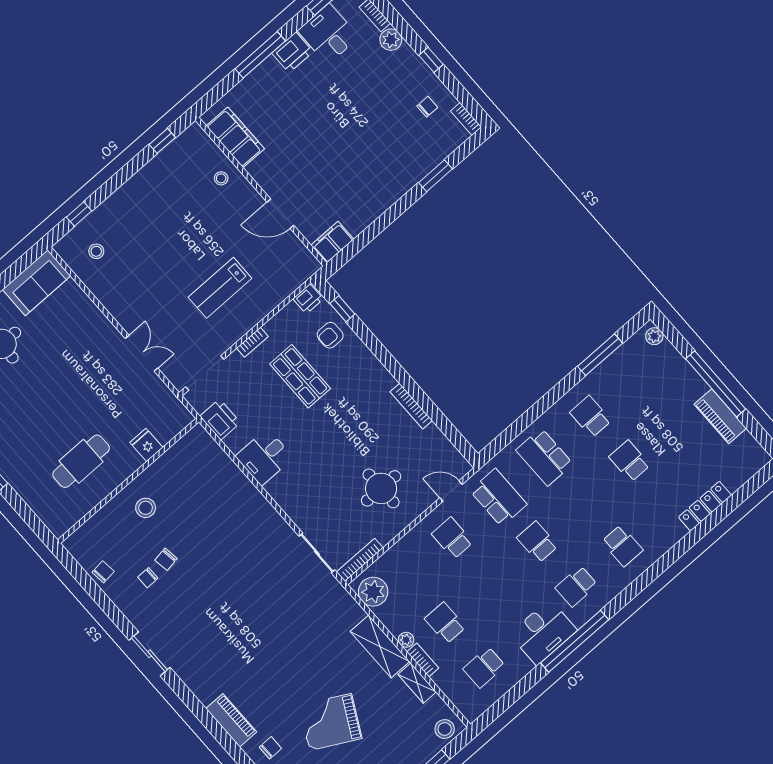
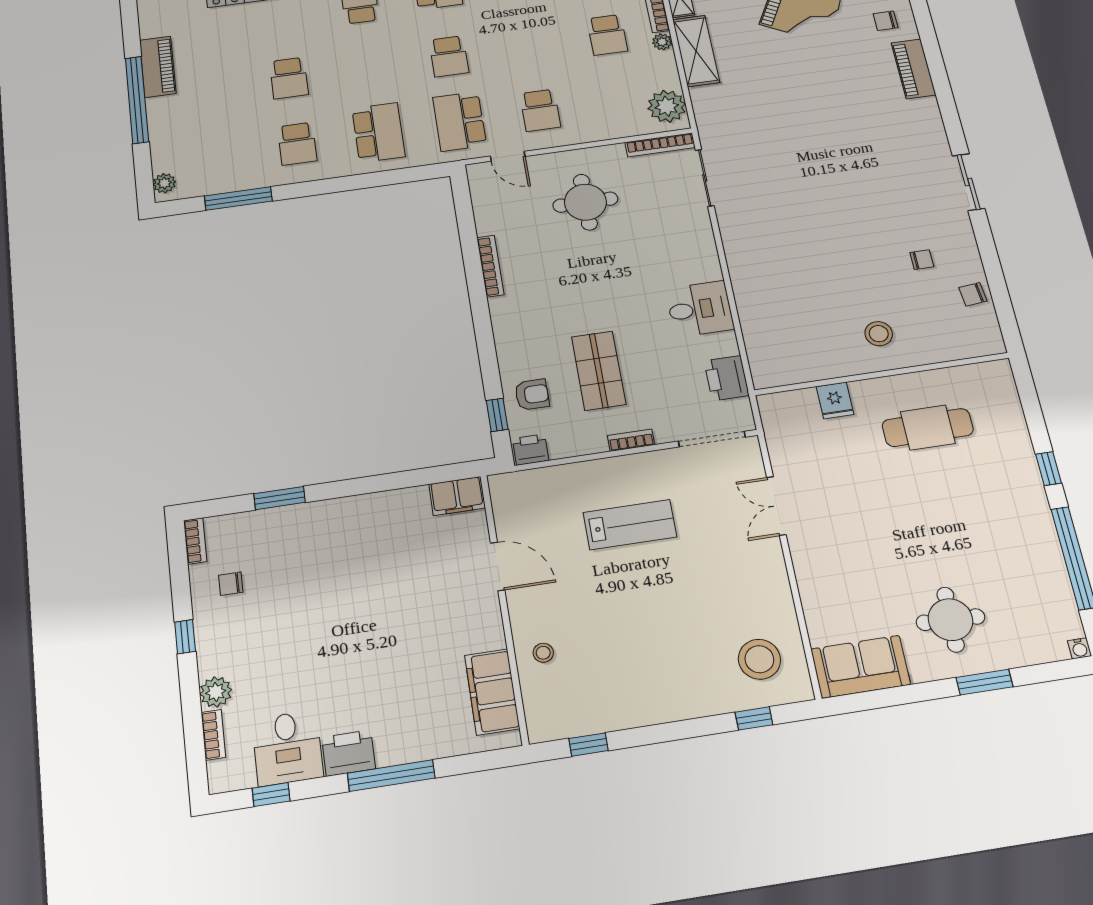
stool: (96, 251) -> (759, 659), width x1.89, depth x1.89
chair: (166, 559) -> (888, 267), removed

